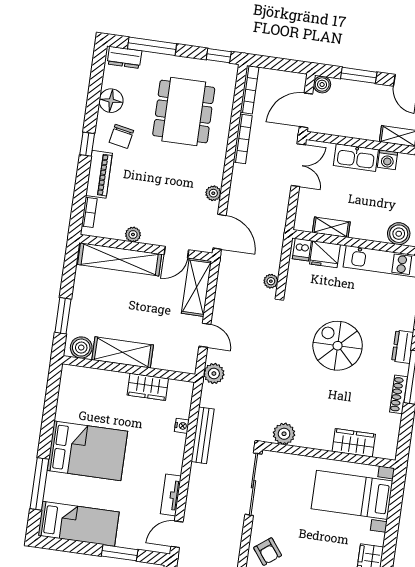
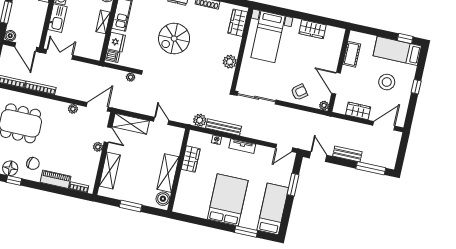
window: (87, 144) -> (14, 180), moved
shelving: (331, 227) -> (103, 22), moved
plant: (133, 235) -> (98, 147), moved
shelving: (120, 259) -> (110, 170), width x0.68
window: (63, 316) -> (131, 206), moved
door: (205, 335) -> (161, 121), hinge flipped
plant: (214, 374) -> (200, 120), moved
plant: (284, 434) -> (230, 62), moved
wardrobe: (354, 443) -> (238, 23), moved
window: (39, 484) -> (246, 231), width x0.69
tv unit: (171, 495) -> (242, 146), moved
door: (177, 534) -> (284, 148), hinge flipped

